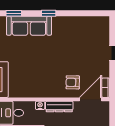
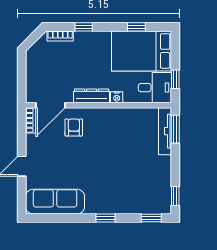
sofa: (29, 26) -> (55, 202), moved
armchair: (73, 82) -> (74, 127), turned -91

